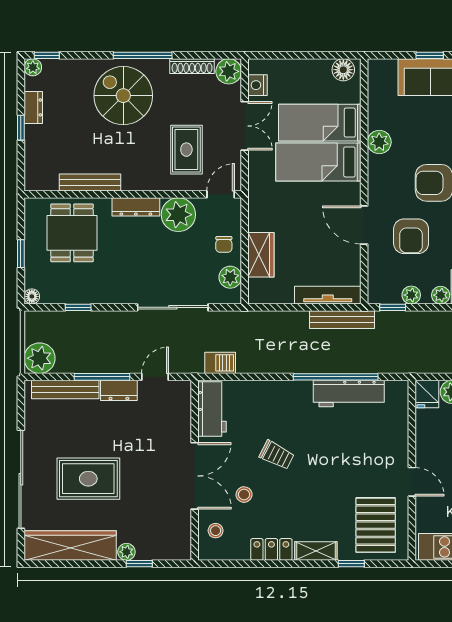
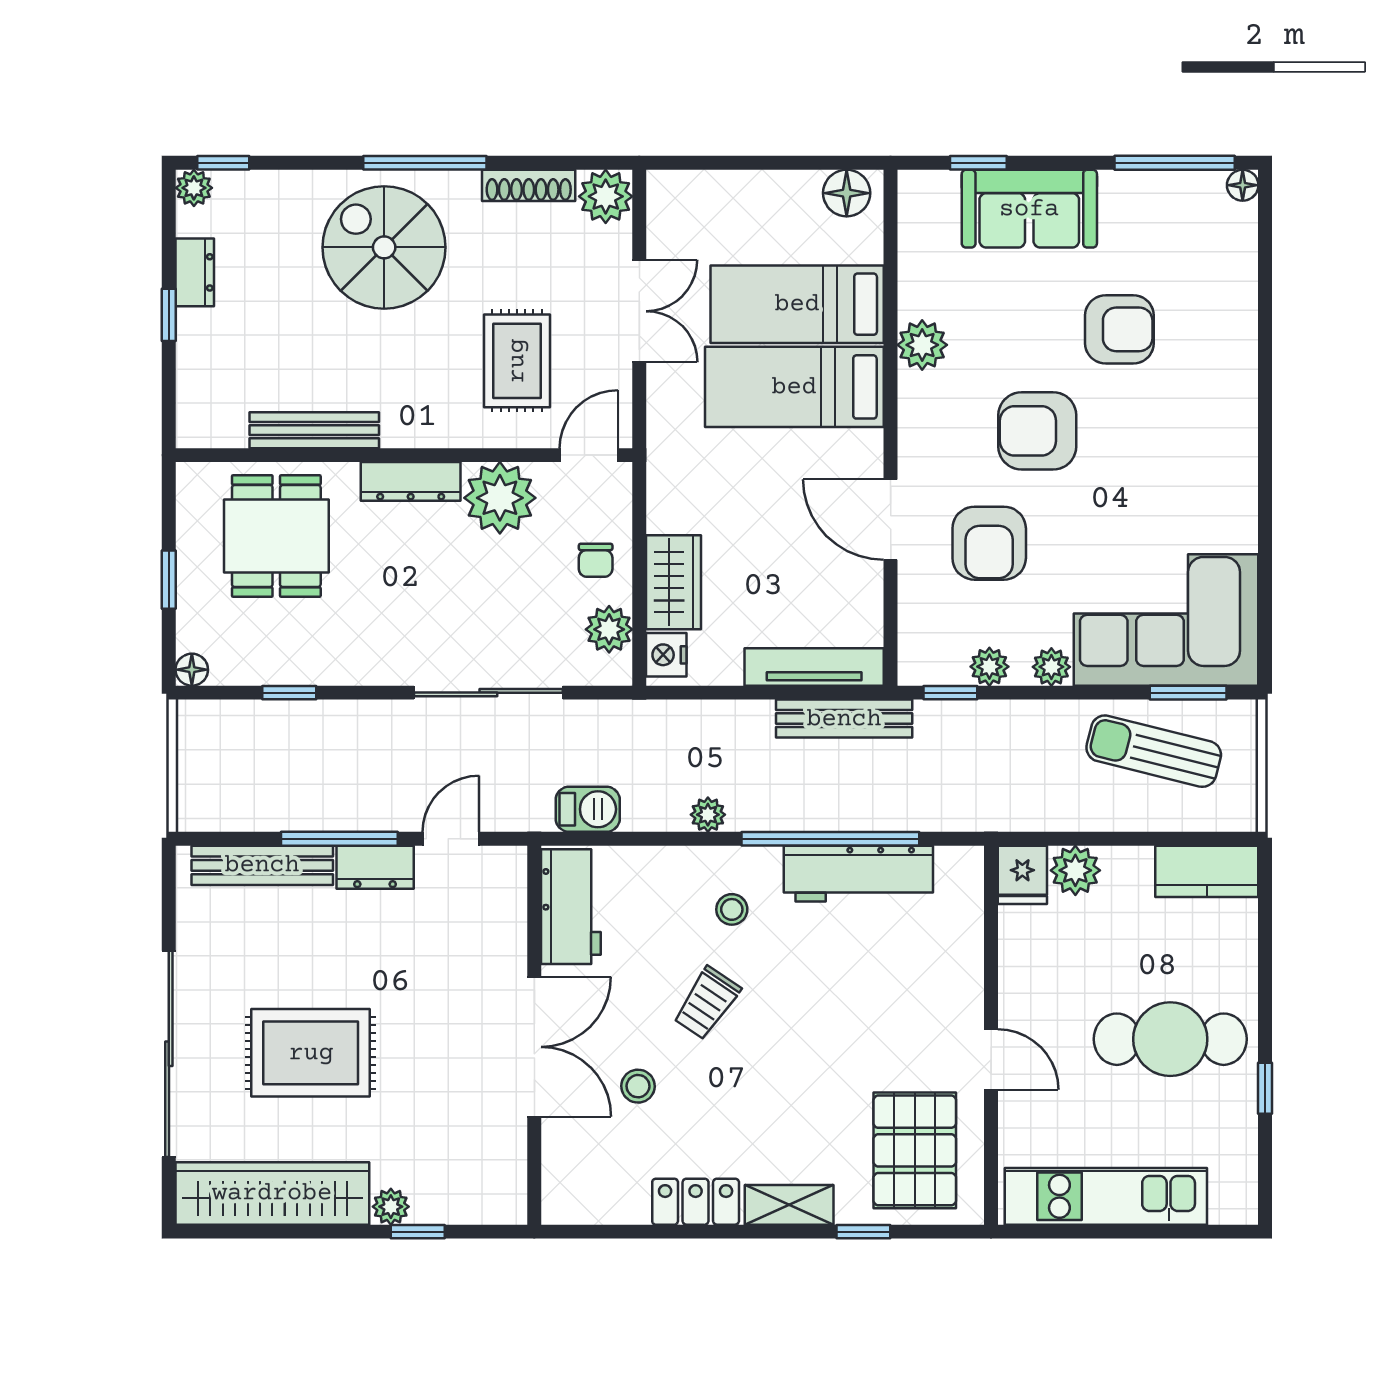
window: (430, 55) -> (978, 163), moved
nightstand: (257, 85) -> (666, 655), moved
plant: (40, 358) -> (708, 815), moved, width x0.53, depth x0.53
trolley: (277, 455) -> (707, 1003), turned 97
stool: (216, 531) -> (732, 909), moved

